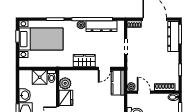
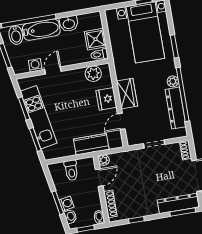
door: (104, 68) -> (121, 121), hinge flipped
kitchen counter: (118, 83) -> (91, 144), moved
fridge: (66, 98) -> (106, 99), moved, turned 90

